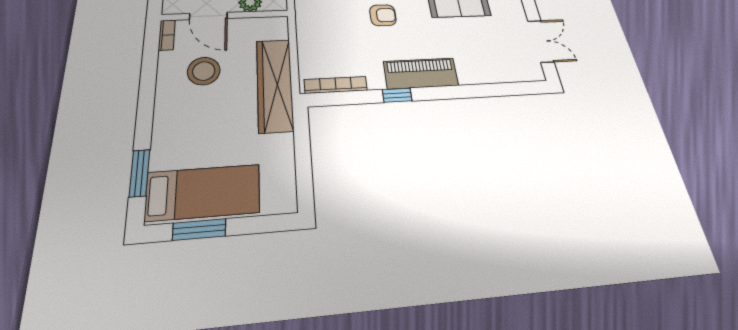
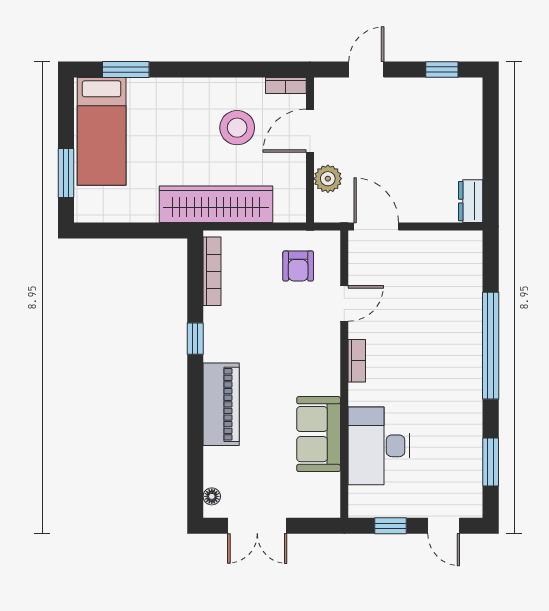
armchair: (383, 15) -> (298, 266), moved
piano: (421, 73) -> (221, 404), moved
floor lamp: (527, 75) -> (212, 496), added
window: (199, 230) -> (66, 173), moved

